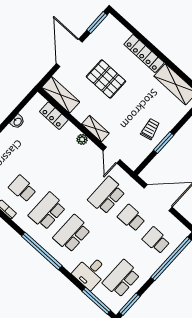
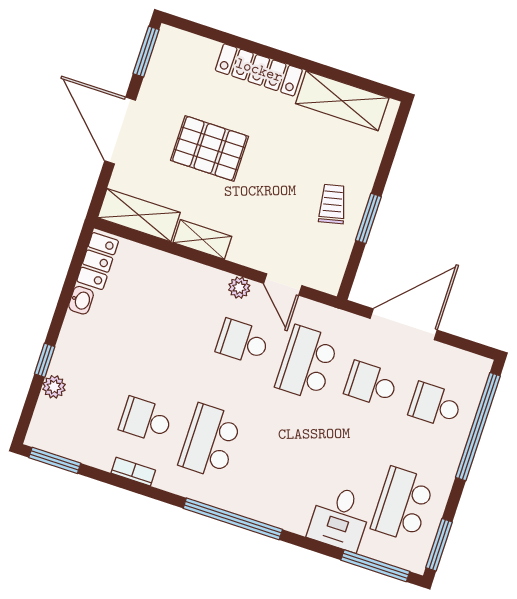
locker: (54, 116) -> (98, 261), moved, turned -90
shelving: (95, 129) -> (202, 239), moved
plant: (82, 139) -> (239, 288), moved
school desk: (72, 234) -> (243, 342), moved, width x0.54

